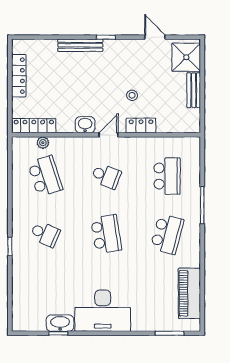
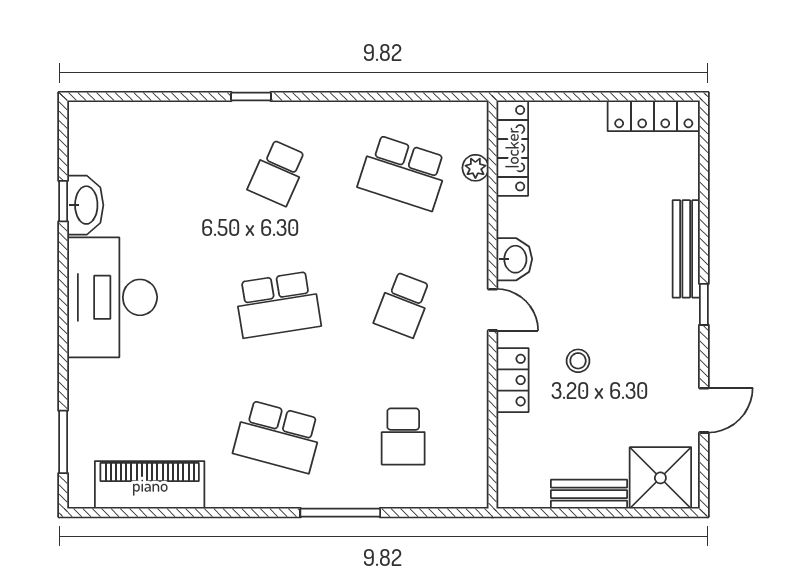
locker: (19, 76) -> (654, 116), moved
school desk: (45, 176) -> (403, 173), turned 36
school desk: (167, 176) -> (403, 437), width x0.54

